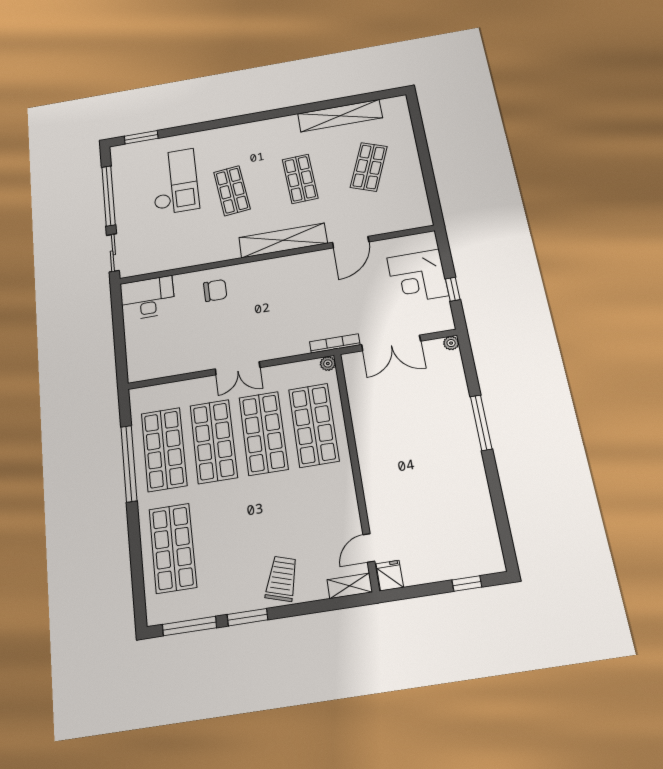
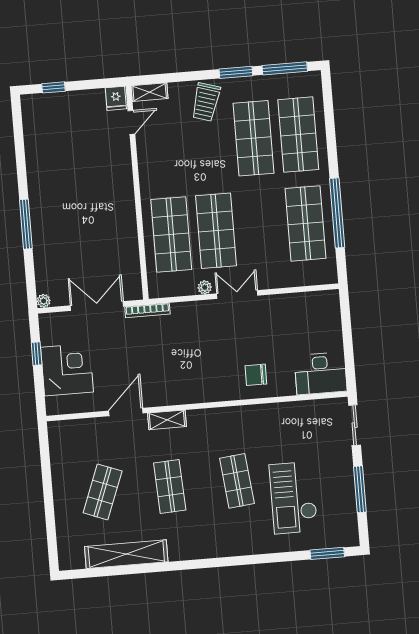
window: (109, 196) -> (360, 489), width x0.68
shelving: (283, 240) -> (167, 420), width x0.45, depth x0.75
plant: (328, 363) -> (205, 287), moved
shop shelf: (214, 441) -> (253, 138), moved

